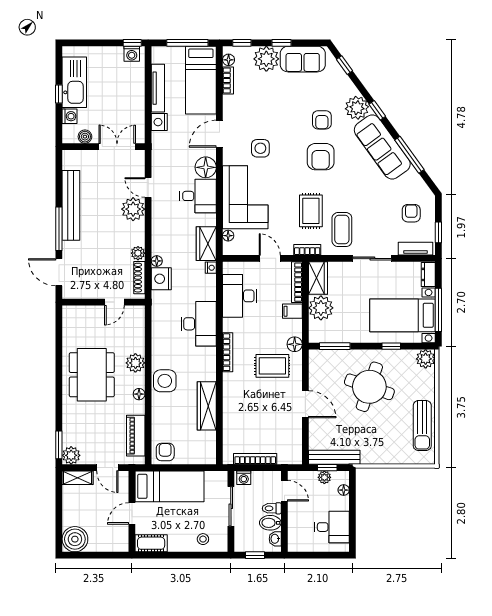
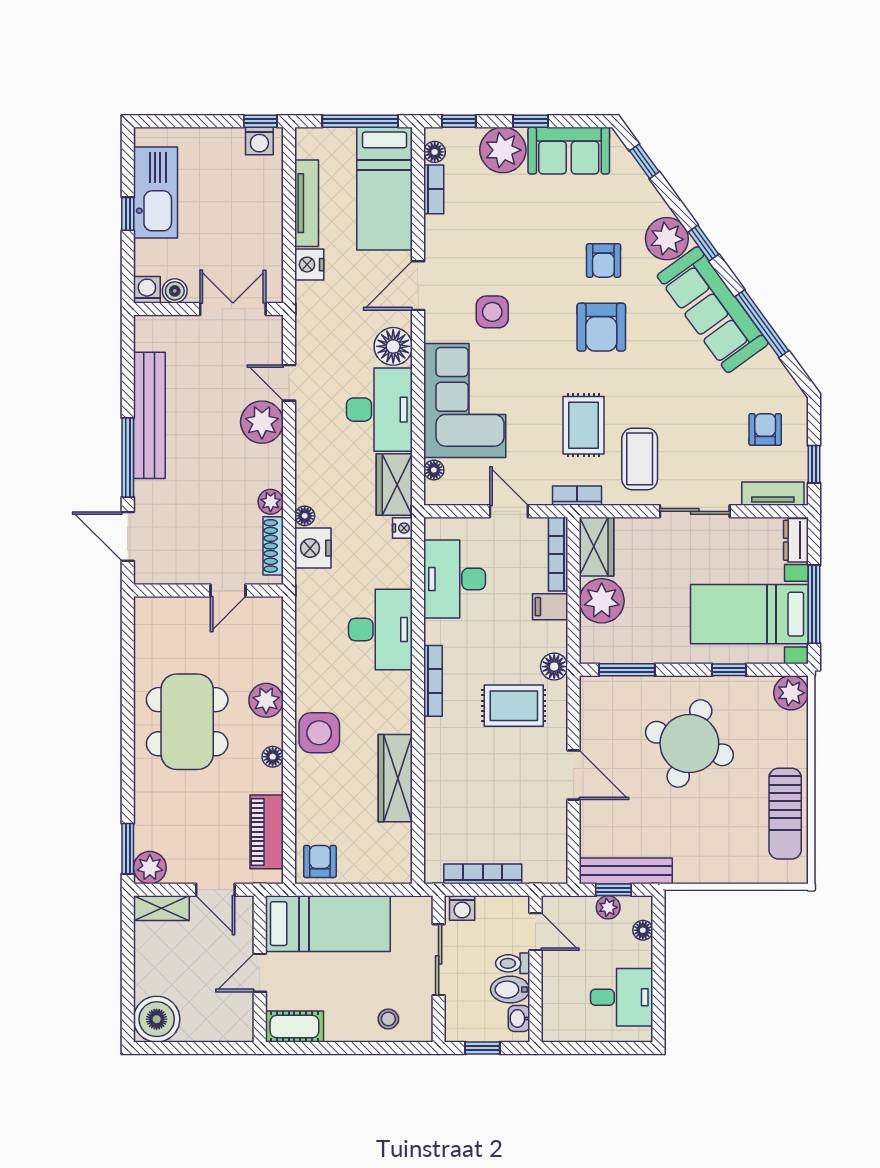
washing machine: (70, 116) -> (147, 290), moved, turned -90
desk: (198, 196) -> (379, 410), width x1.37

